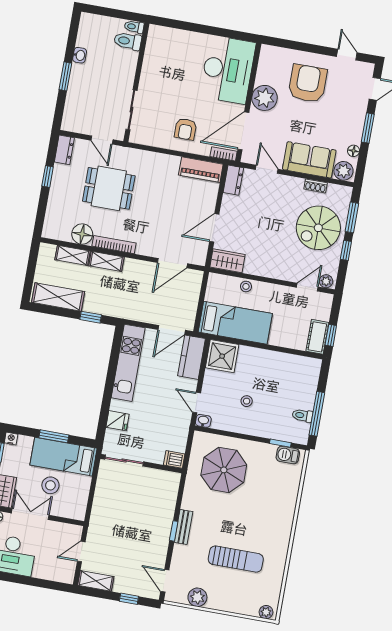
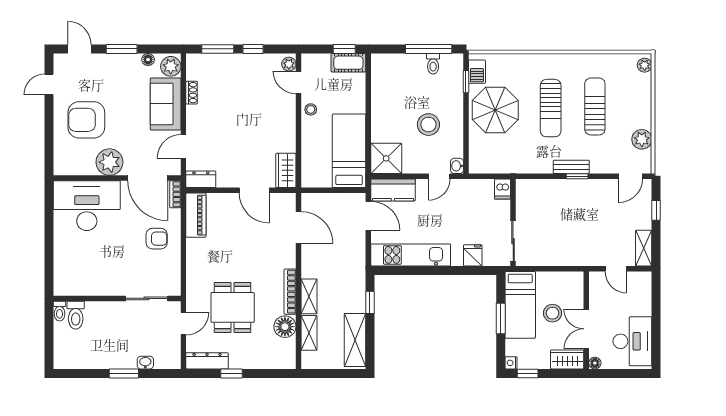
washbasin: (80, 55) -> (145, 363), moved
dresser: (64, 150) -> (207, 361), width x1.44
spiral stairs: (318, 228) -> (235, 82), removed
stool: (246, 286) -> (311, 109), moved
stool: (247, 401) -> (428, 125), width x1.89, depth x1.89
parasol: (224, 470) -> (495, 110), moved
sun lounger: (242, 518) -> (551, 108), added

